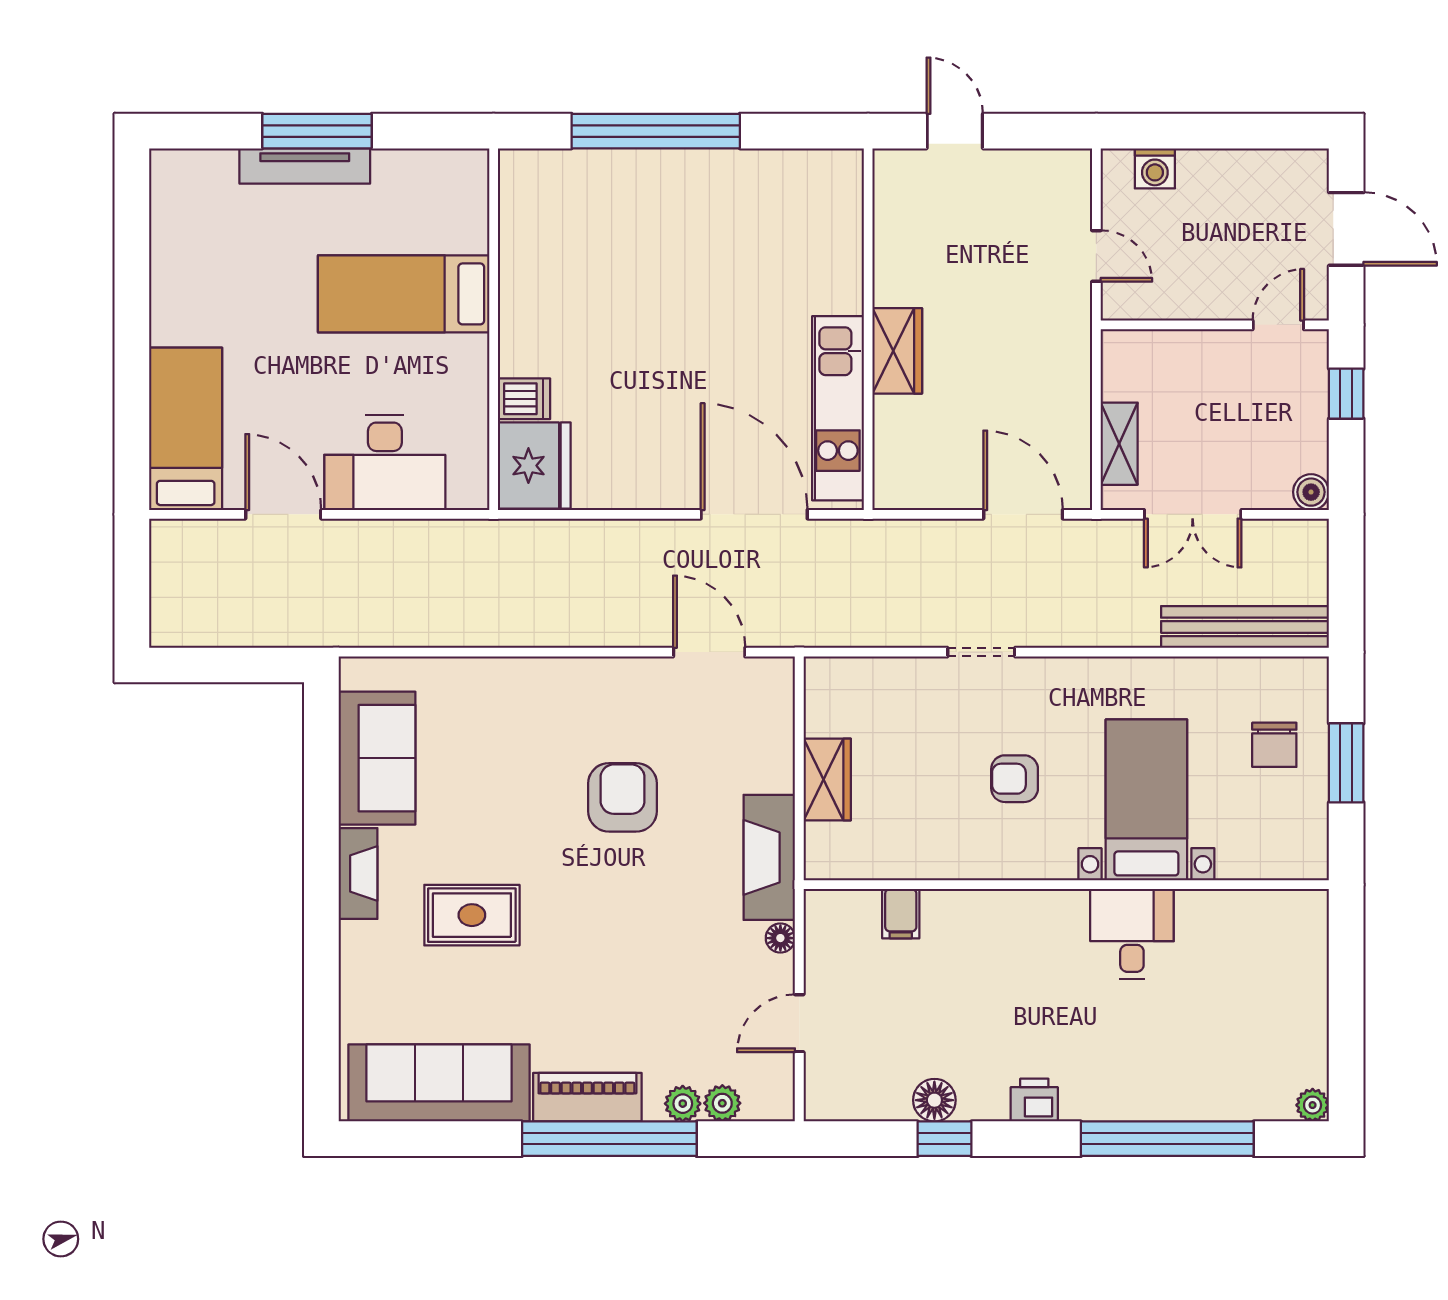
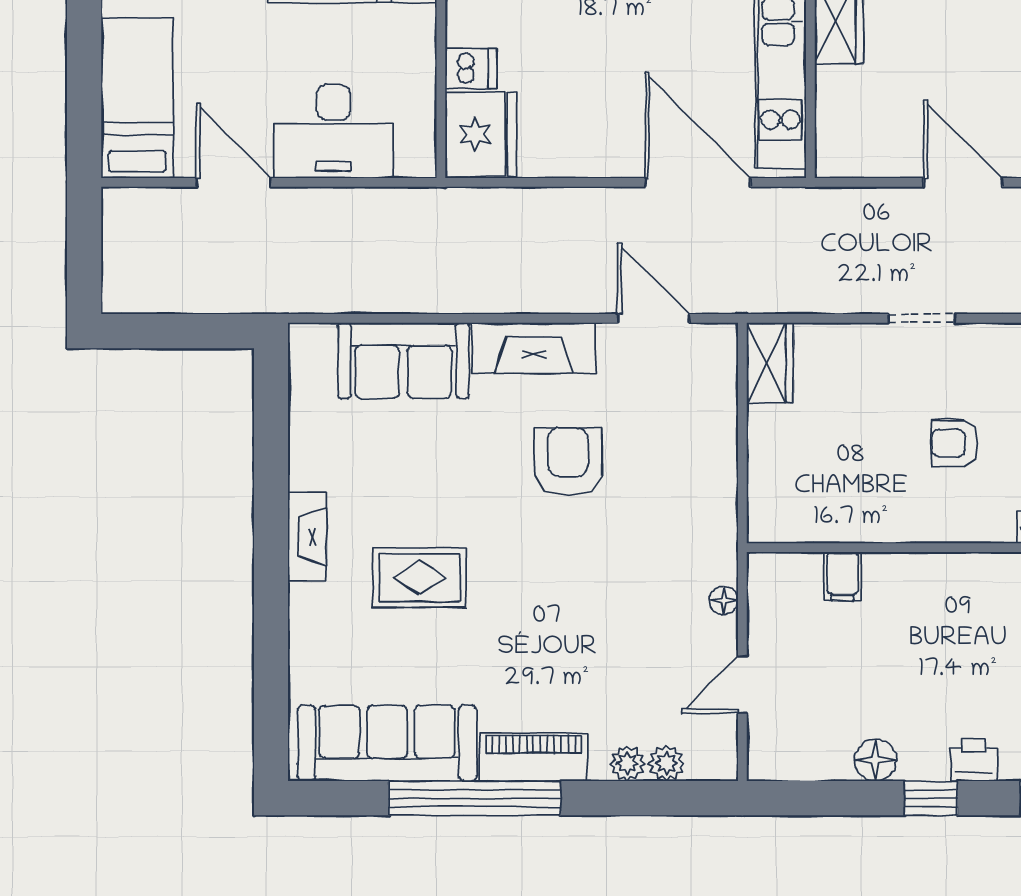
sofa: (377, 758) -> (403, 361), moved, turned 90
wardrobe: (827, 779) -> (770, 363), moved
fireplace: (769, 857) -> (534, 348), moved, turned -90
window: (609, 1139) -> (475, 798), moved
window: (944, 1139) -> (931, 798), moved

